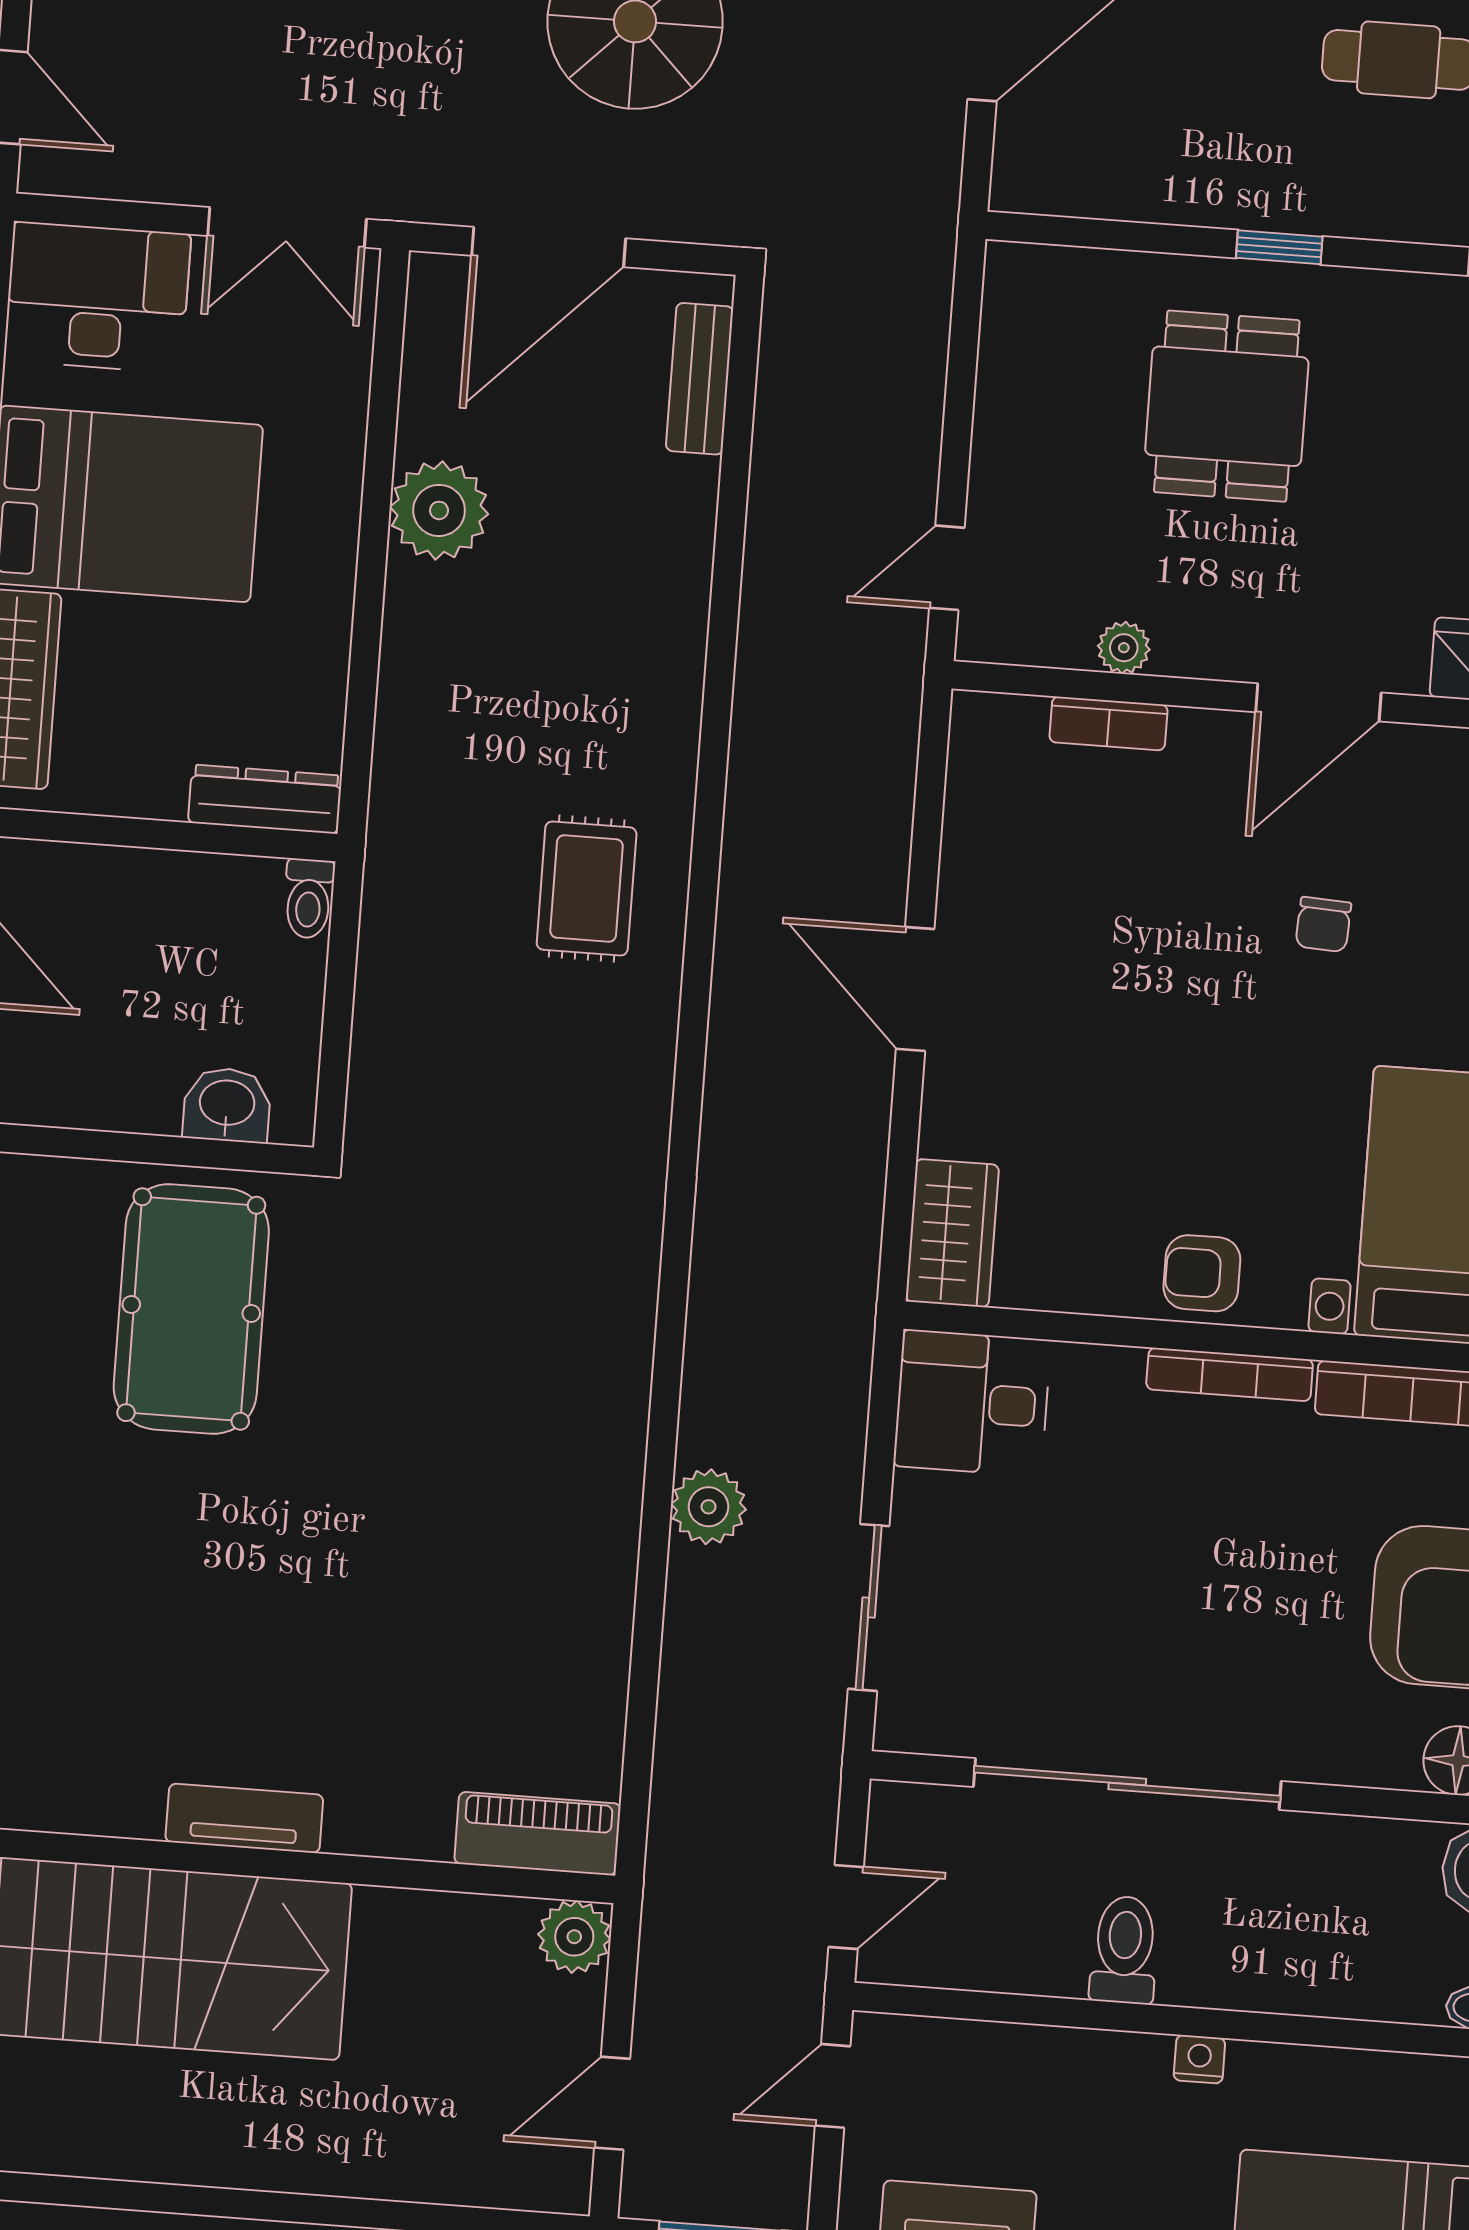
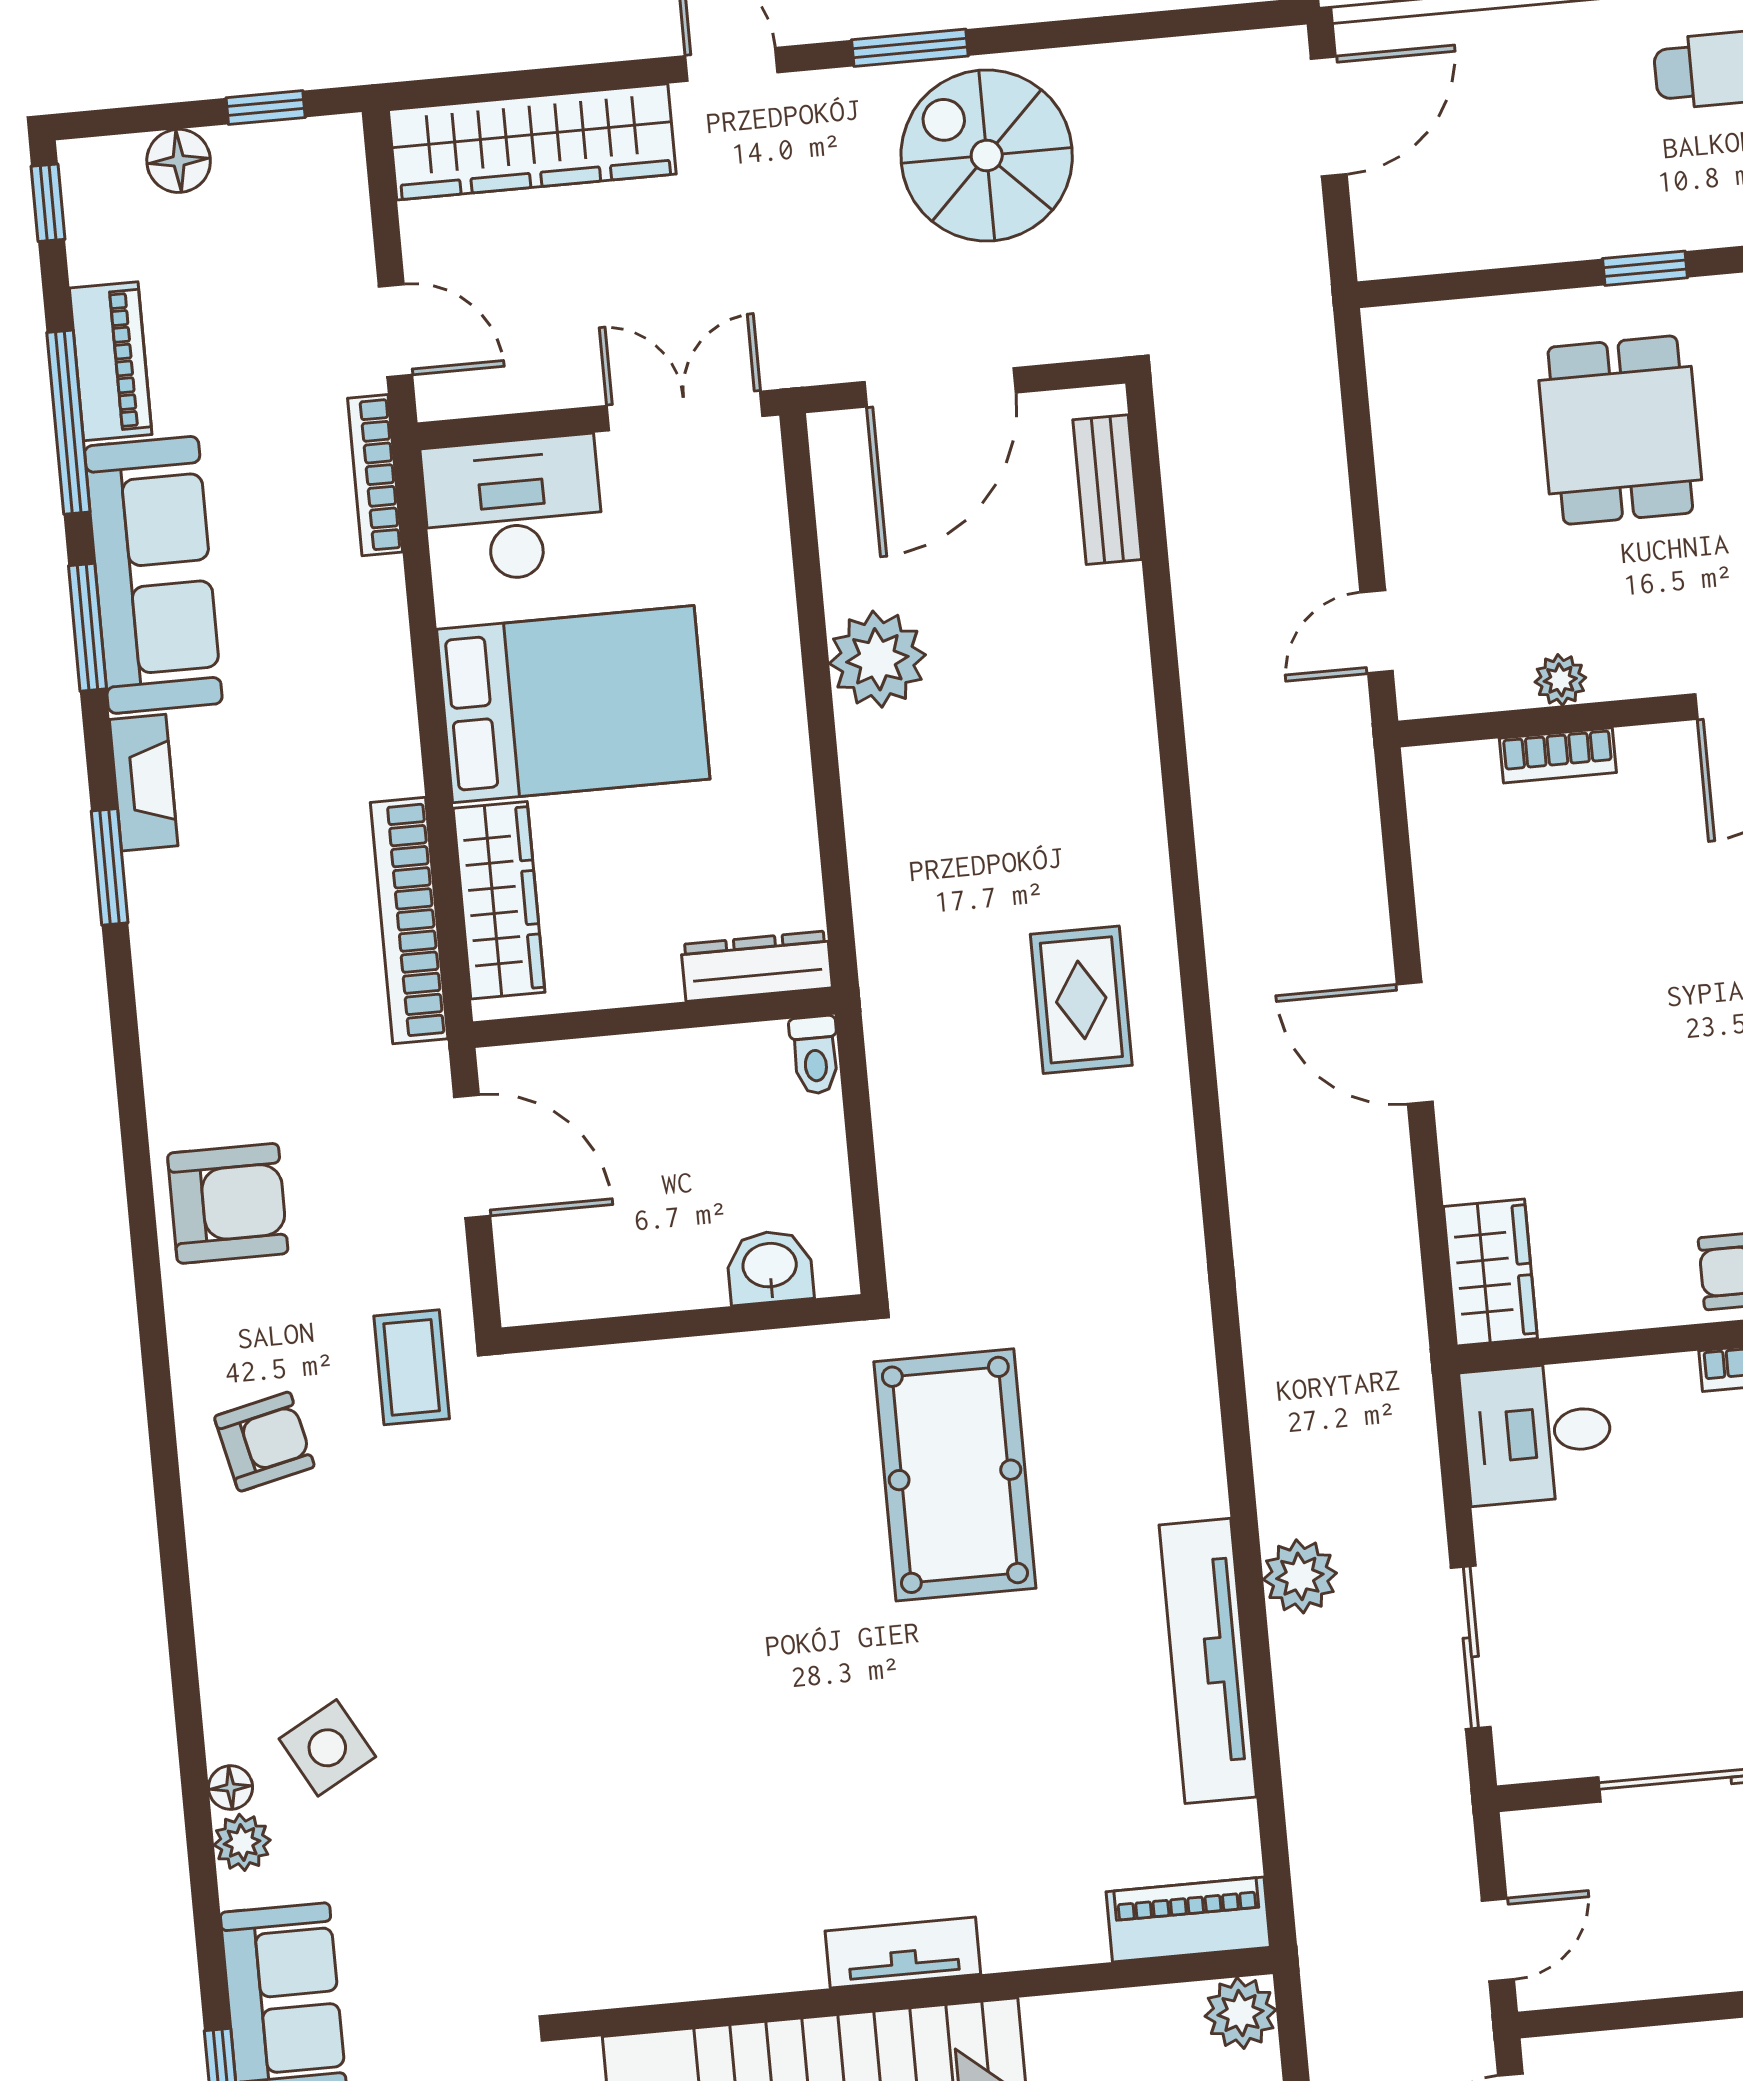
double door: (287, 227) -> (685, 411), swing flipped
pool table: (191, 1309) -> (955, 1475), moved
tv unit: (601, 1576) -> (1208, 1661), added

